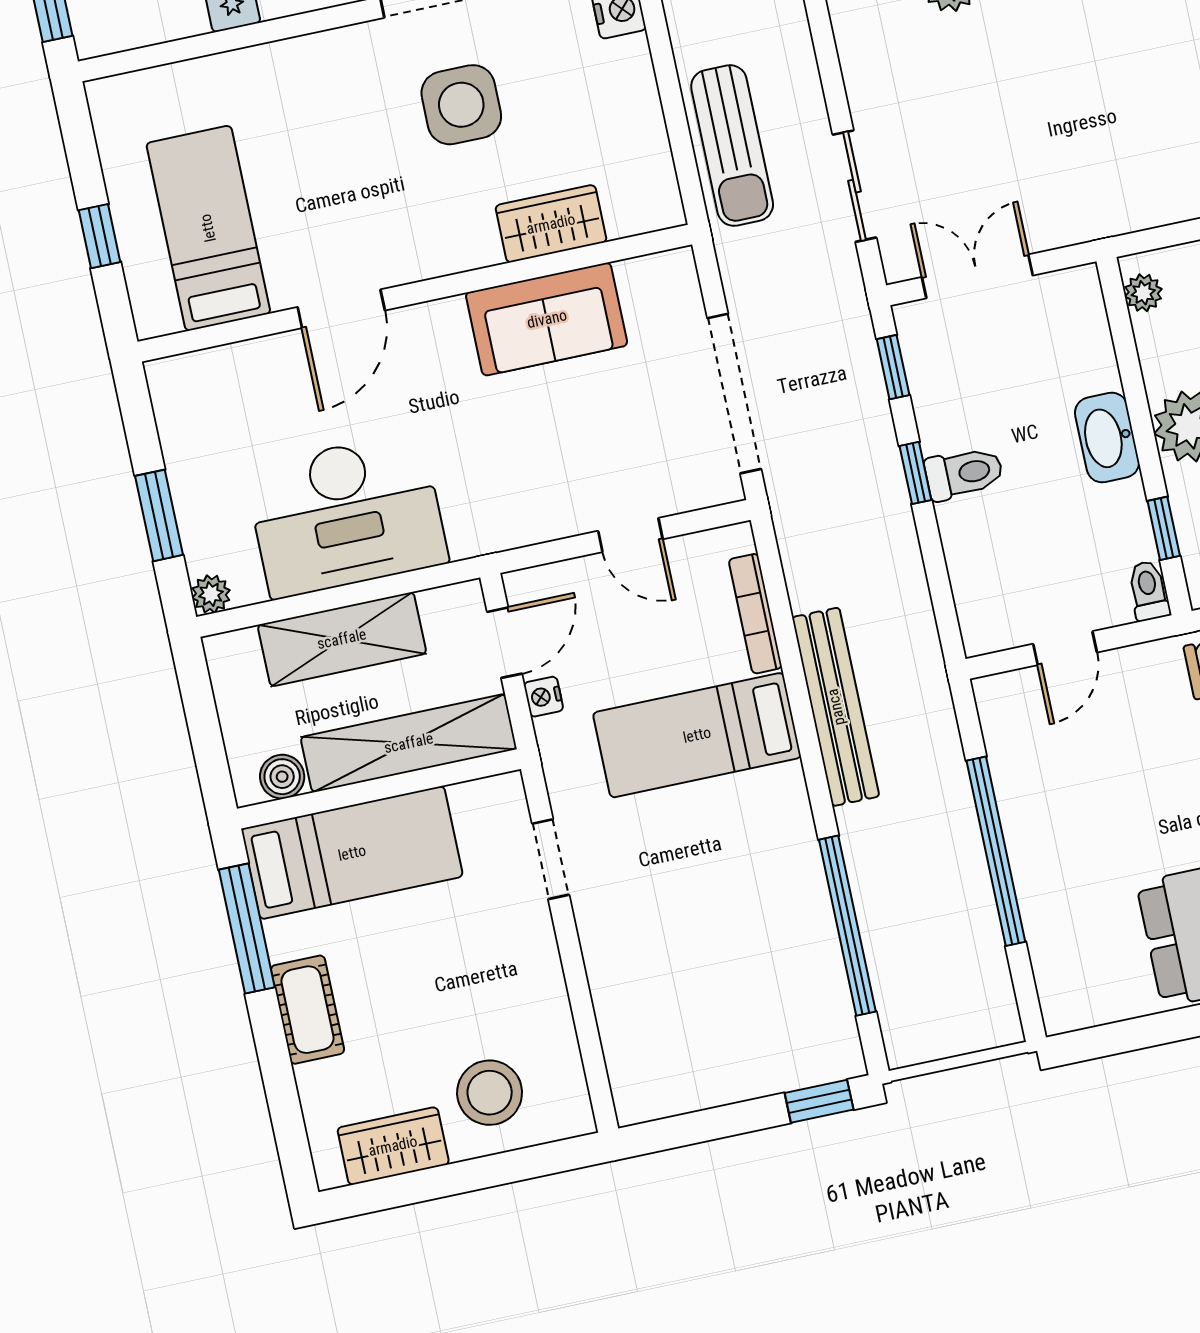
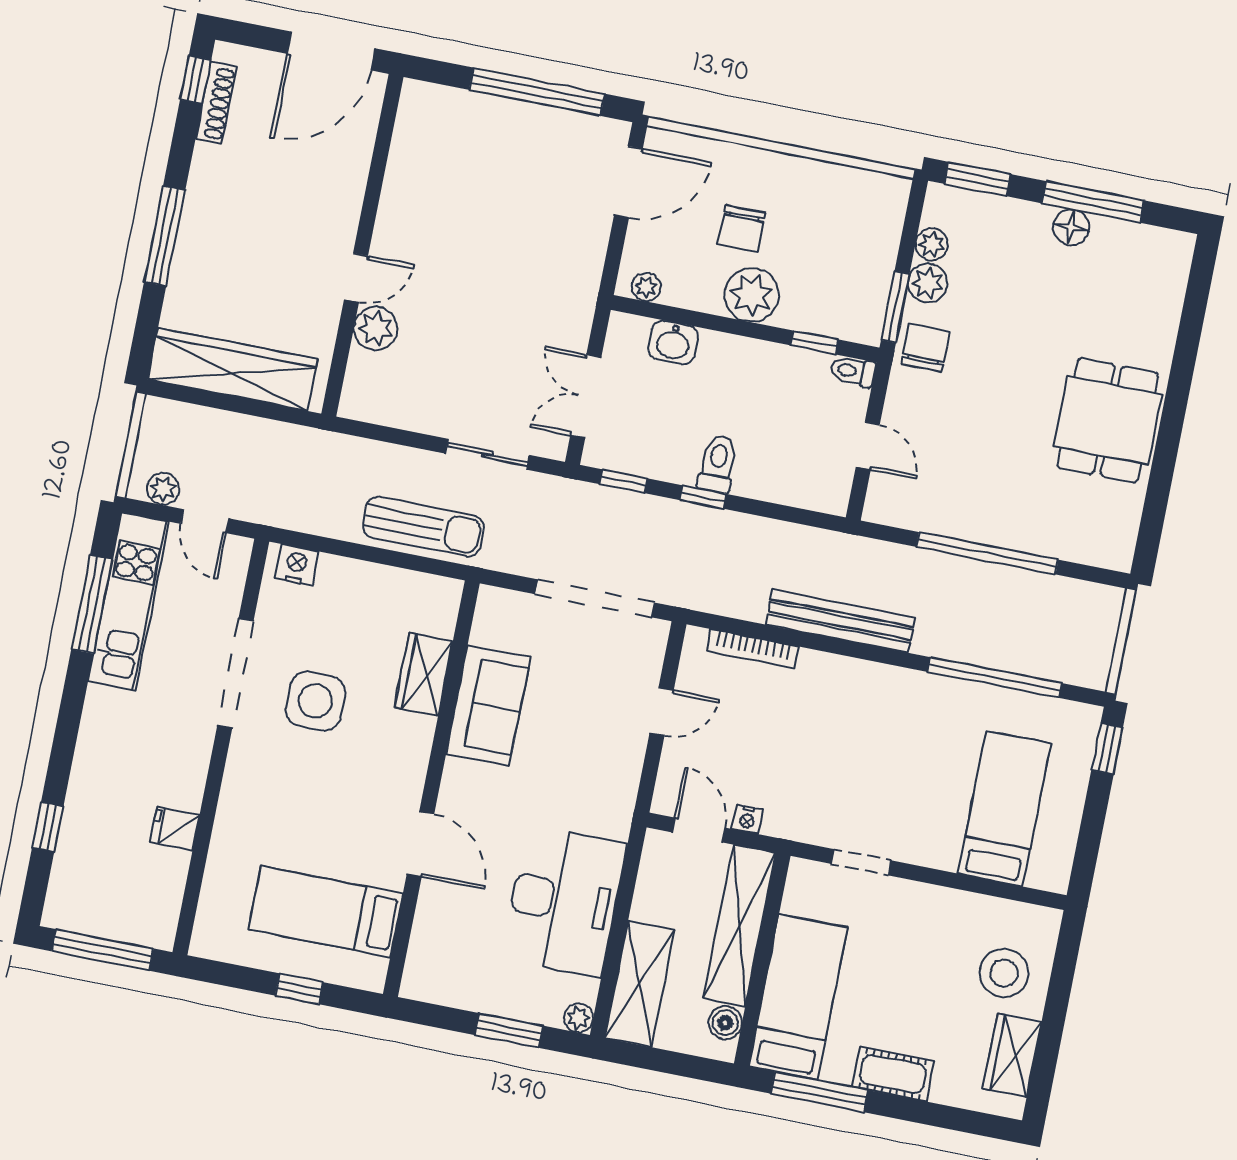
washbasin: (1107, 438) -> (673, 342), moved, width x0.72
shelving: (342, 639) -> (640, 984), moved
bed: (697, 735) -> (1004, 808), moved, turned 180

